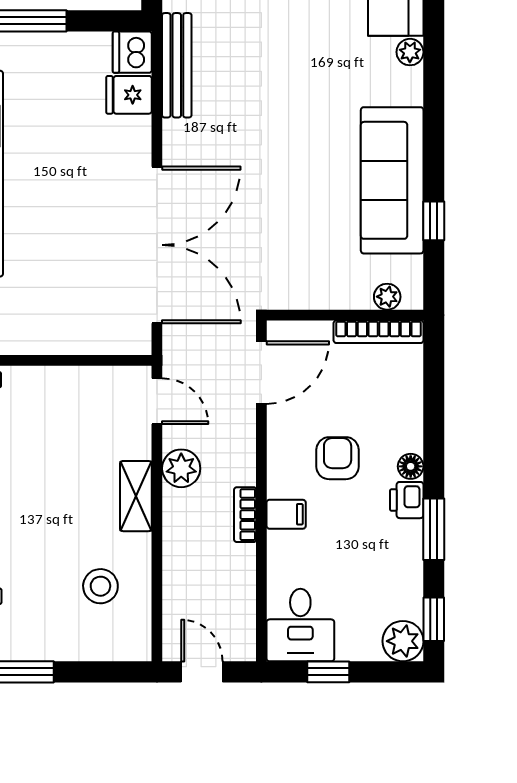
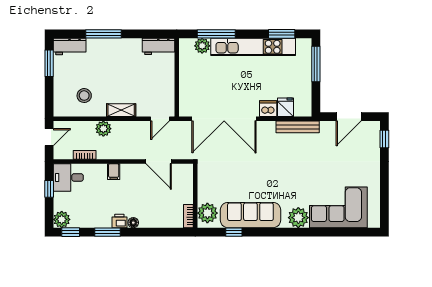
dishwasher: (132, 52) -> (268, 109), moved
plant: (410, 52) -> (298, 218), width x1.88, depth x1.88
plant: (387, 297) -> (207, 213), width x1.88, depth x1.88
bookcase: (378, 332) -> (188, 216), width x0.64
door: (261, 373) -> (159, 161), moved
armchair: (338, 458) -> (137, 193), removed
plant: (181, 468) -> (103, 129), moved
bookcase: (245, 515) -> (85, 155), moved

